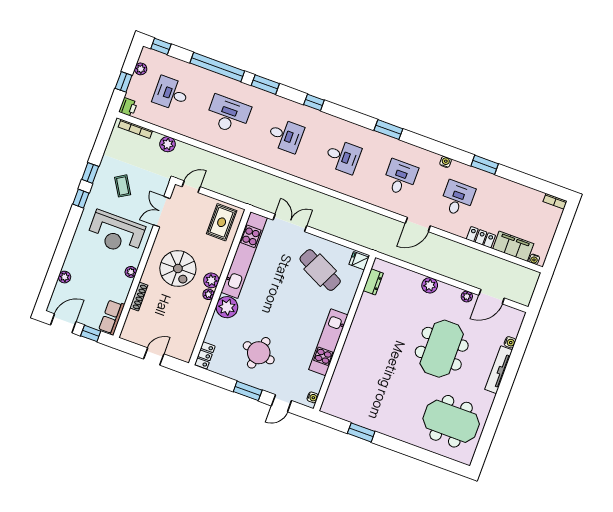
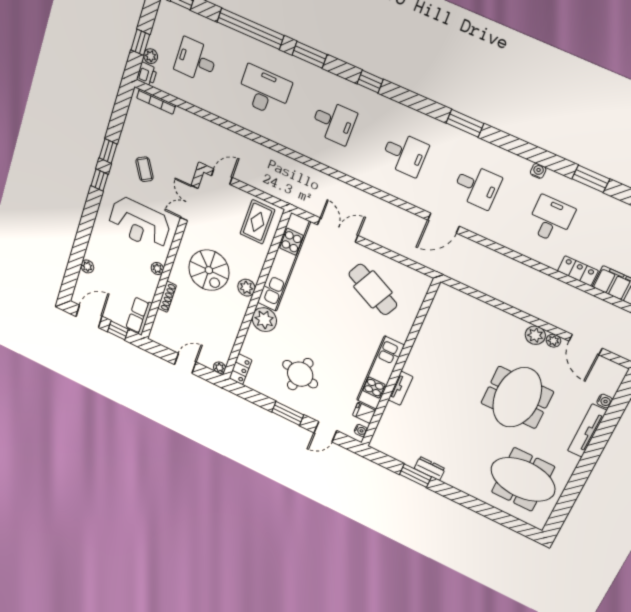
plant: (141, 69) -> (151, 56), moved
plant: (168, 144) -> (193, 123), removed
desk: (400, 178) -> (477, 186), turned 90
door: (418, 225) -> (443, 223), moved
fridge: (359, 261) -> (364, 413), moved
dresser: (373, 282) -> (430, 469), moved, turned -90
plant: (430, 285) -> (535, 335), moved
plant: (208, 294) -> (220, 368), moved
door: (492, 297) -> (586, 345), hinge flipped
tv unit: (346, 354) -> (400, 388), added

